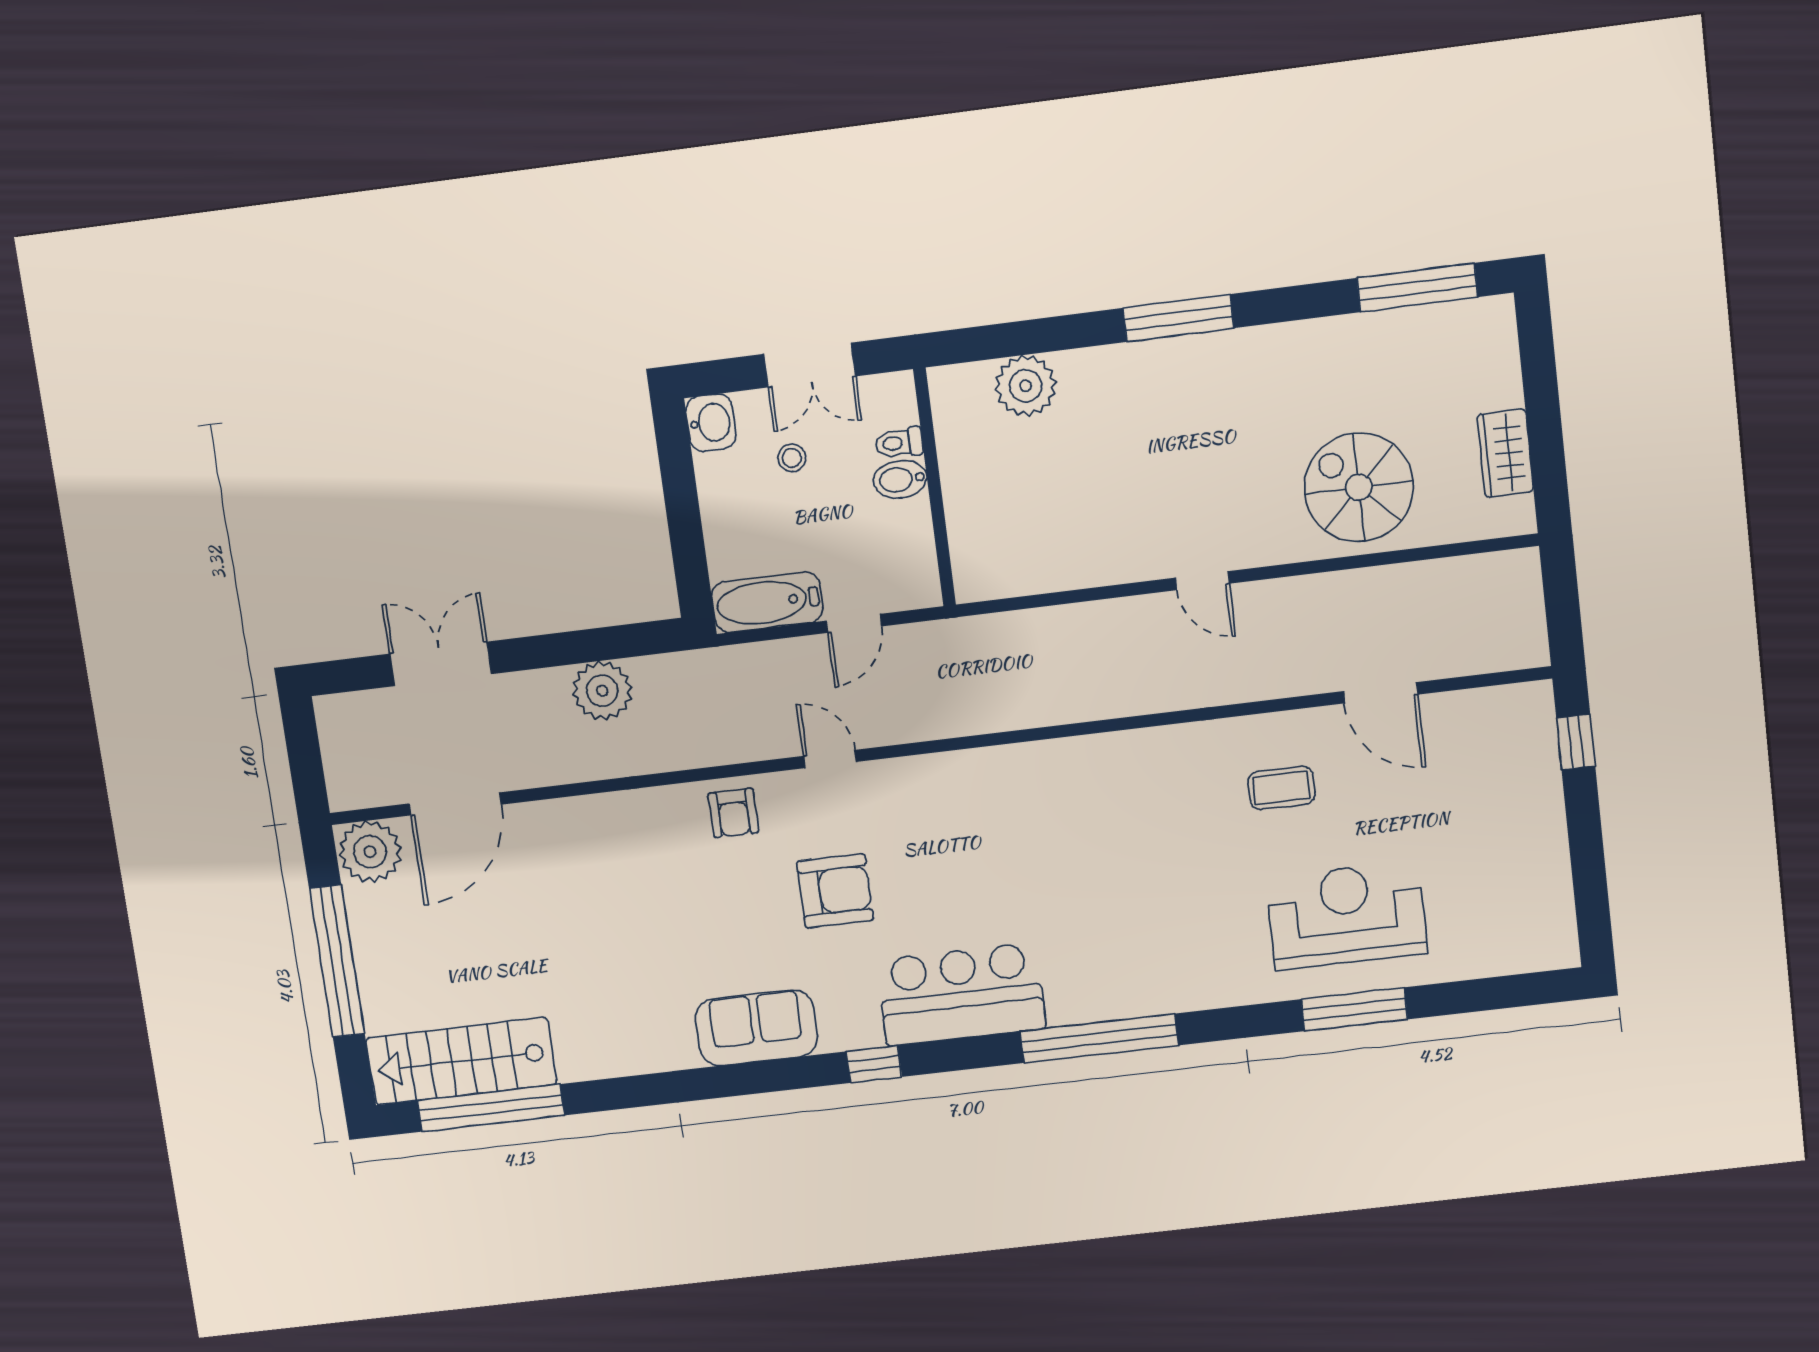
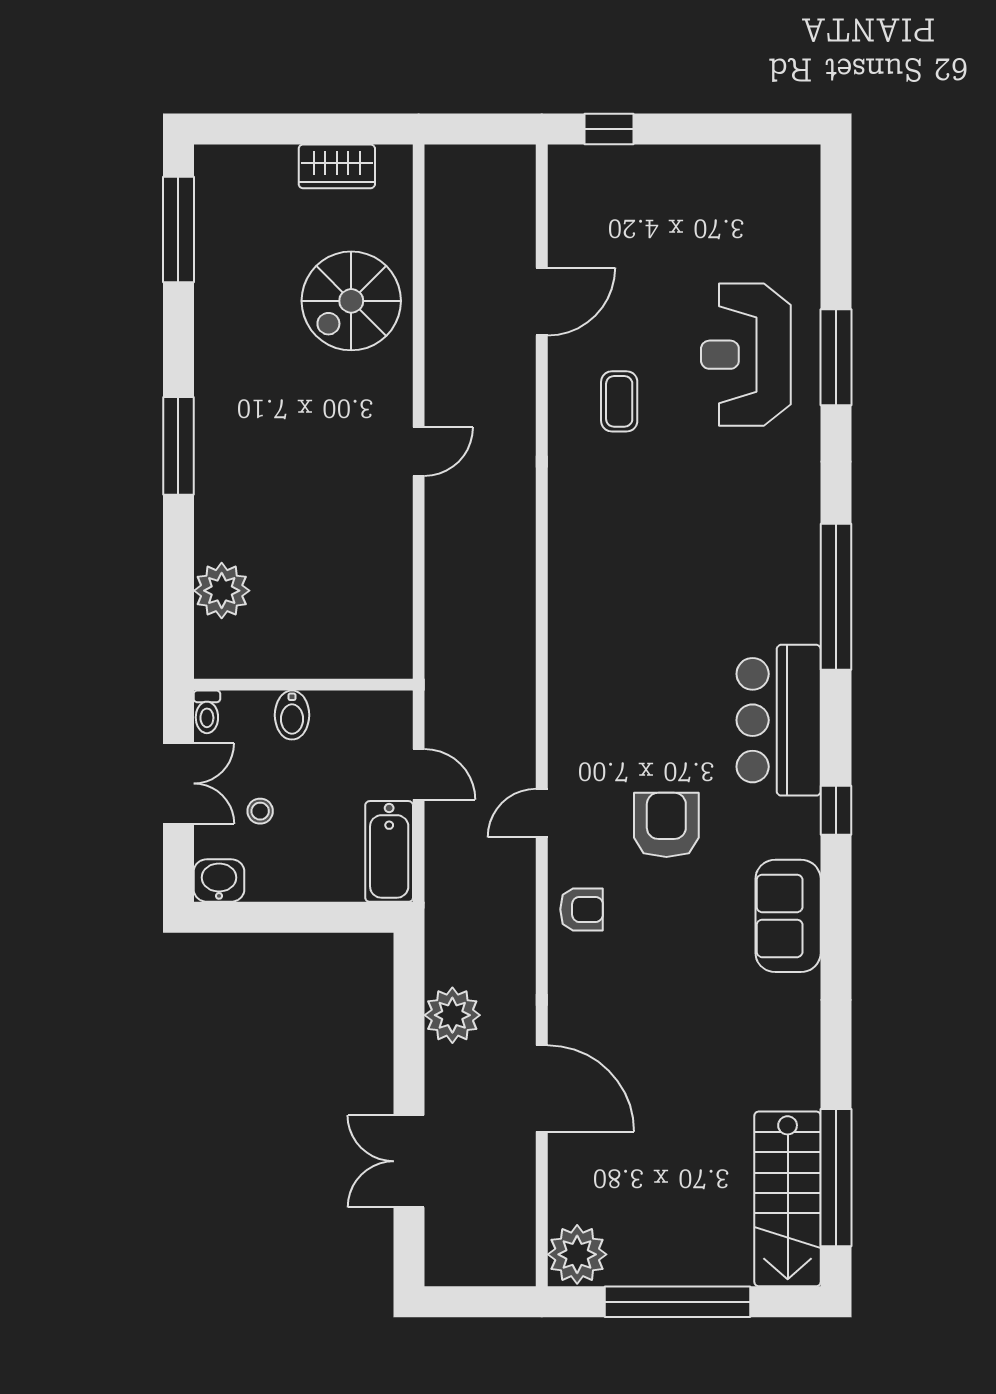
toilet: (899, 443) -> (207, 712), moved
door: (455, 804) -> (542, 1088), moved

